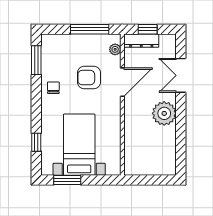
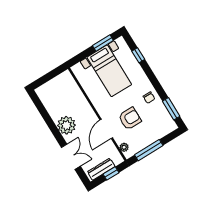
dresser: (141, 41) -> (101, 169), moved

